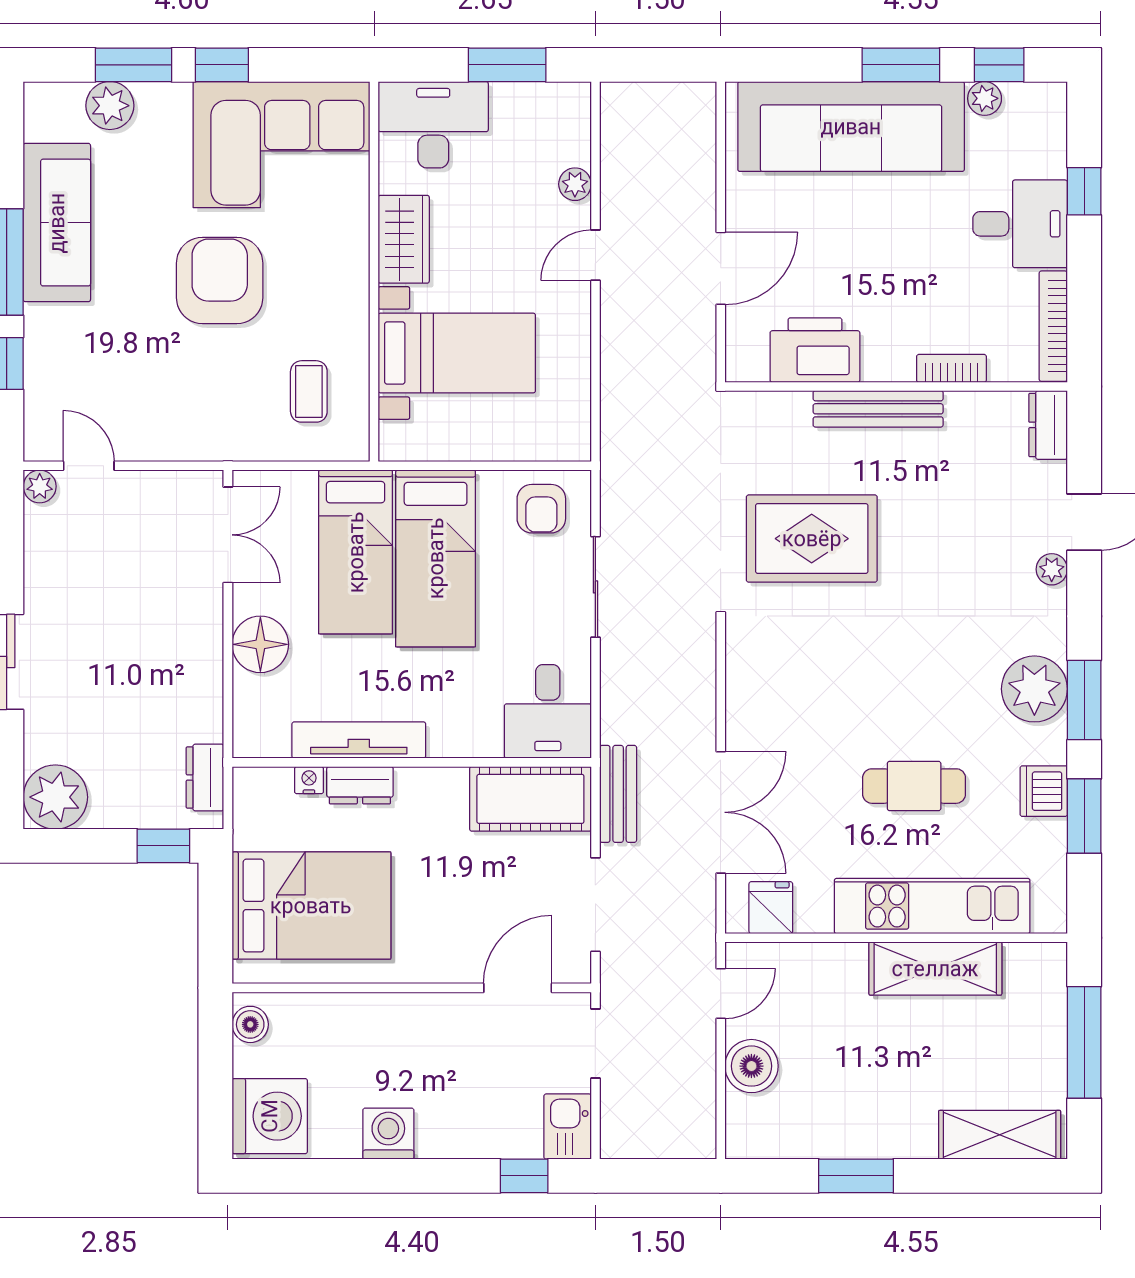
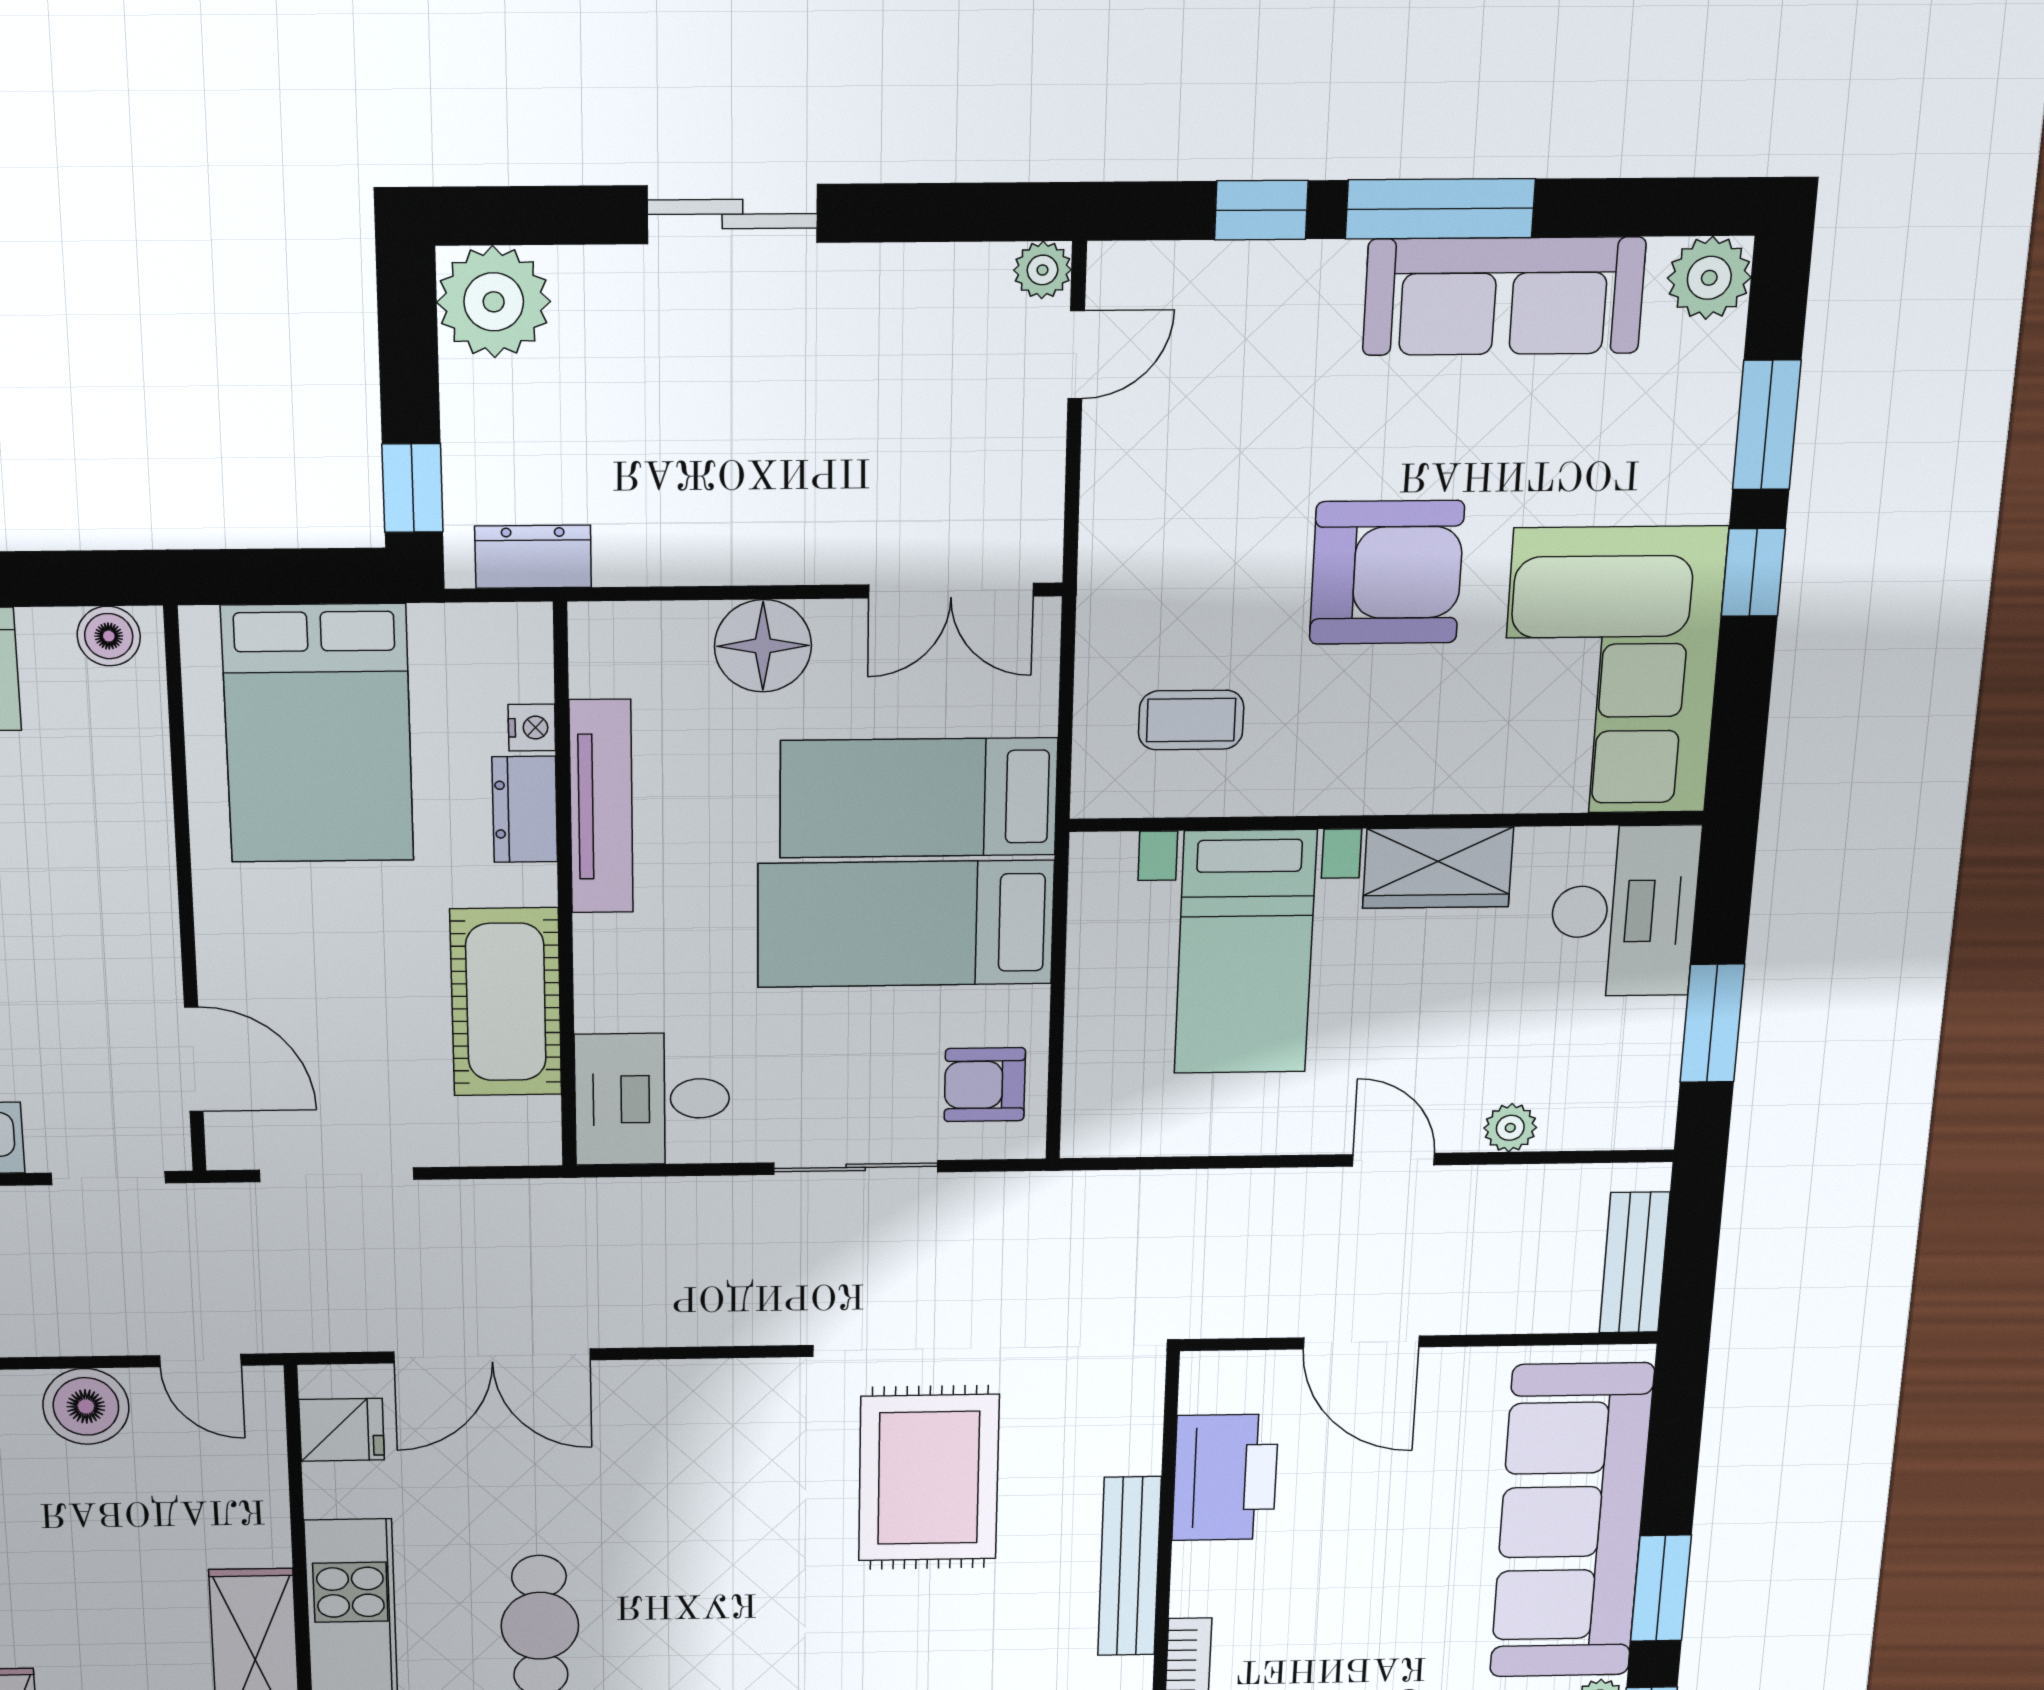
plant: (110, 106) -> (1709, 278), moved
bench: (618, 794) -> (1635, 1263), moved, turned 90
cot: (530, 799) -> (506, 1002), moved

